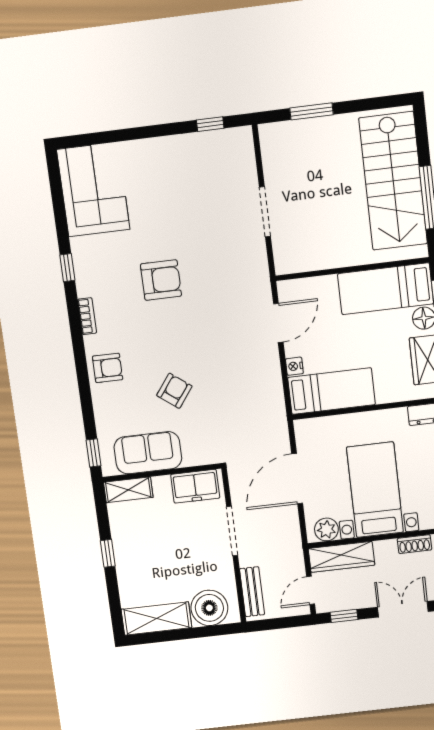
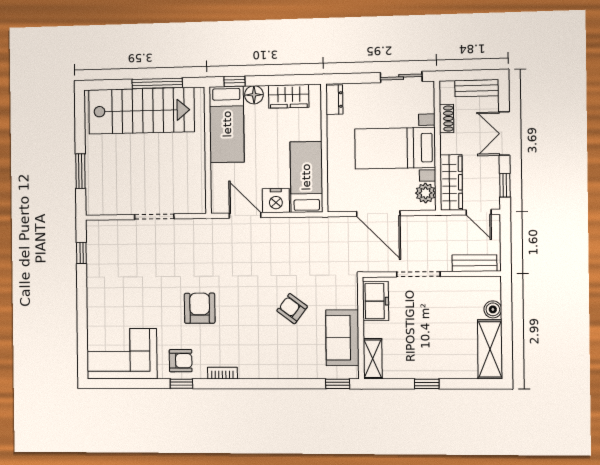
nightstand: (294, 366) -> (276, 201), width x1.89, depth x1.79
armchair: (108, 368) -> (181, 361), moved, turned 90
boiler: (209, 608) -> (493, 309), width x0.54, depth x0.54

